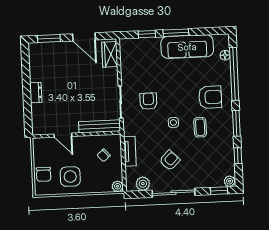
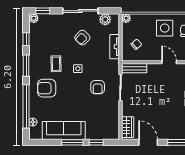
bench: (100, 126) -> (134, 68), width x0.73

